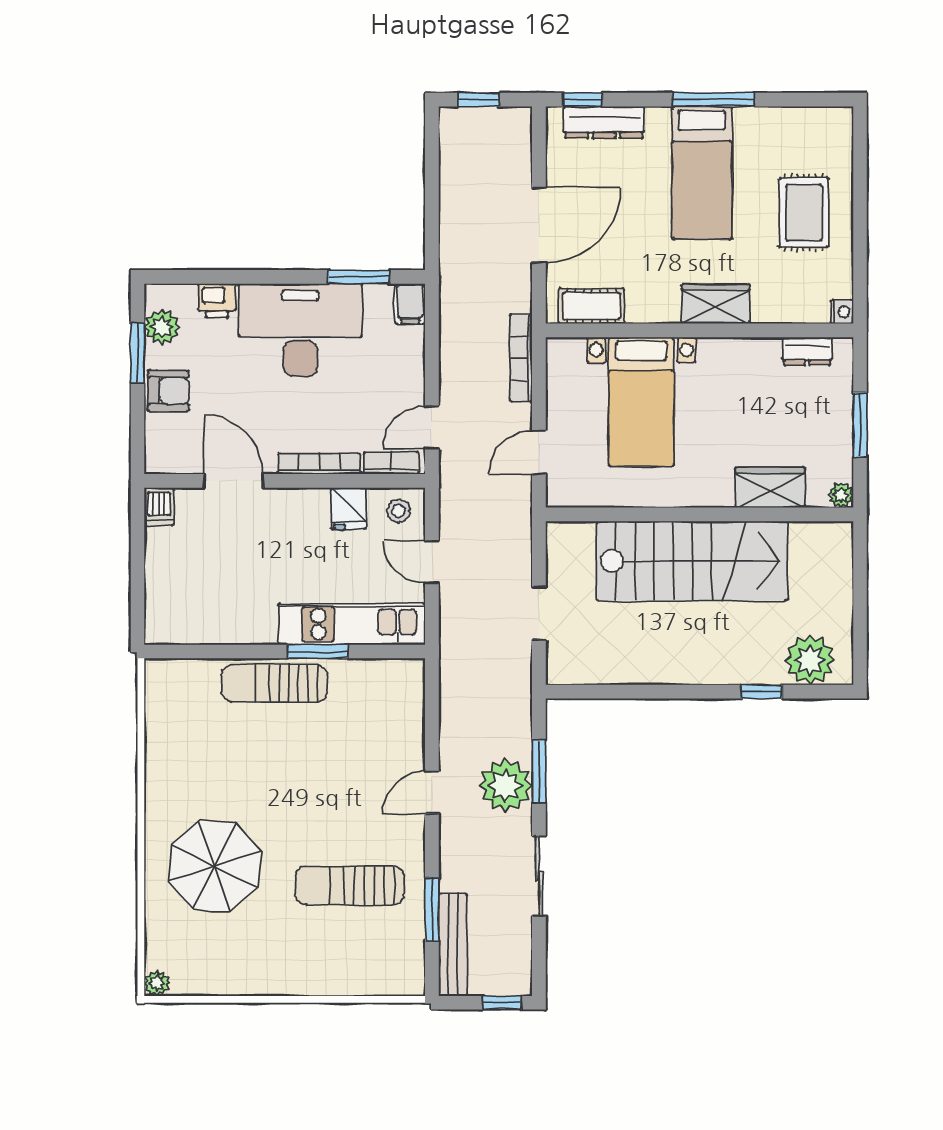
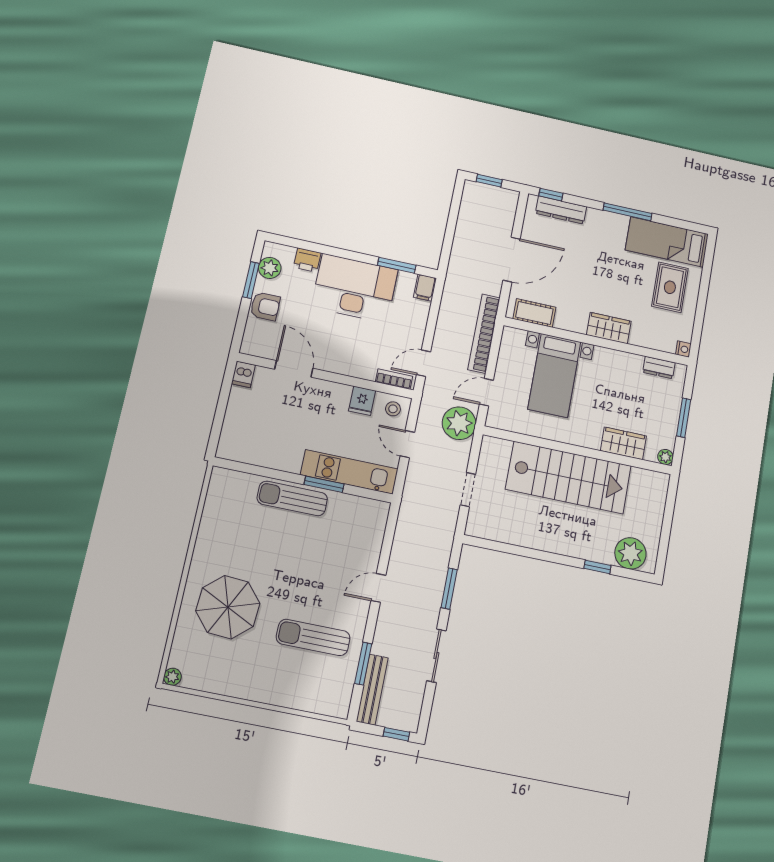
bed: (702, 173) -> (667, 242), moved, turned 90
bookcase: (521, 358) -> (484, 334), width x1.48, depth x1.31
bookcase: (319, 464) -> (349, 370), removed
plant: (506, 786) -> (459, 423), moved

